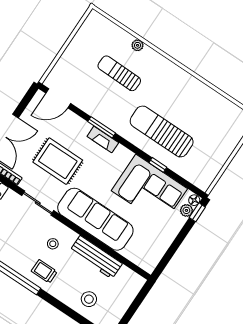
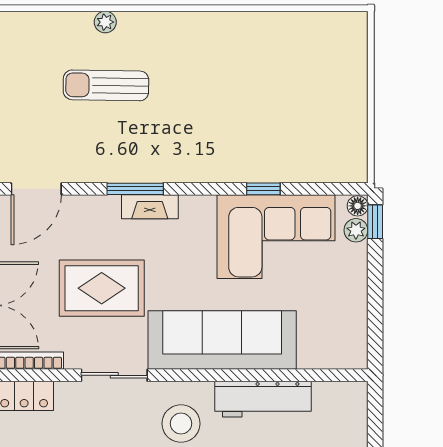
sun lounger: (162, 131) -> (234, 132), removed
stool: (53, 244) -> (181, 424), width x1.89, depth x1.89

